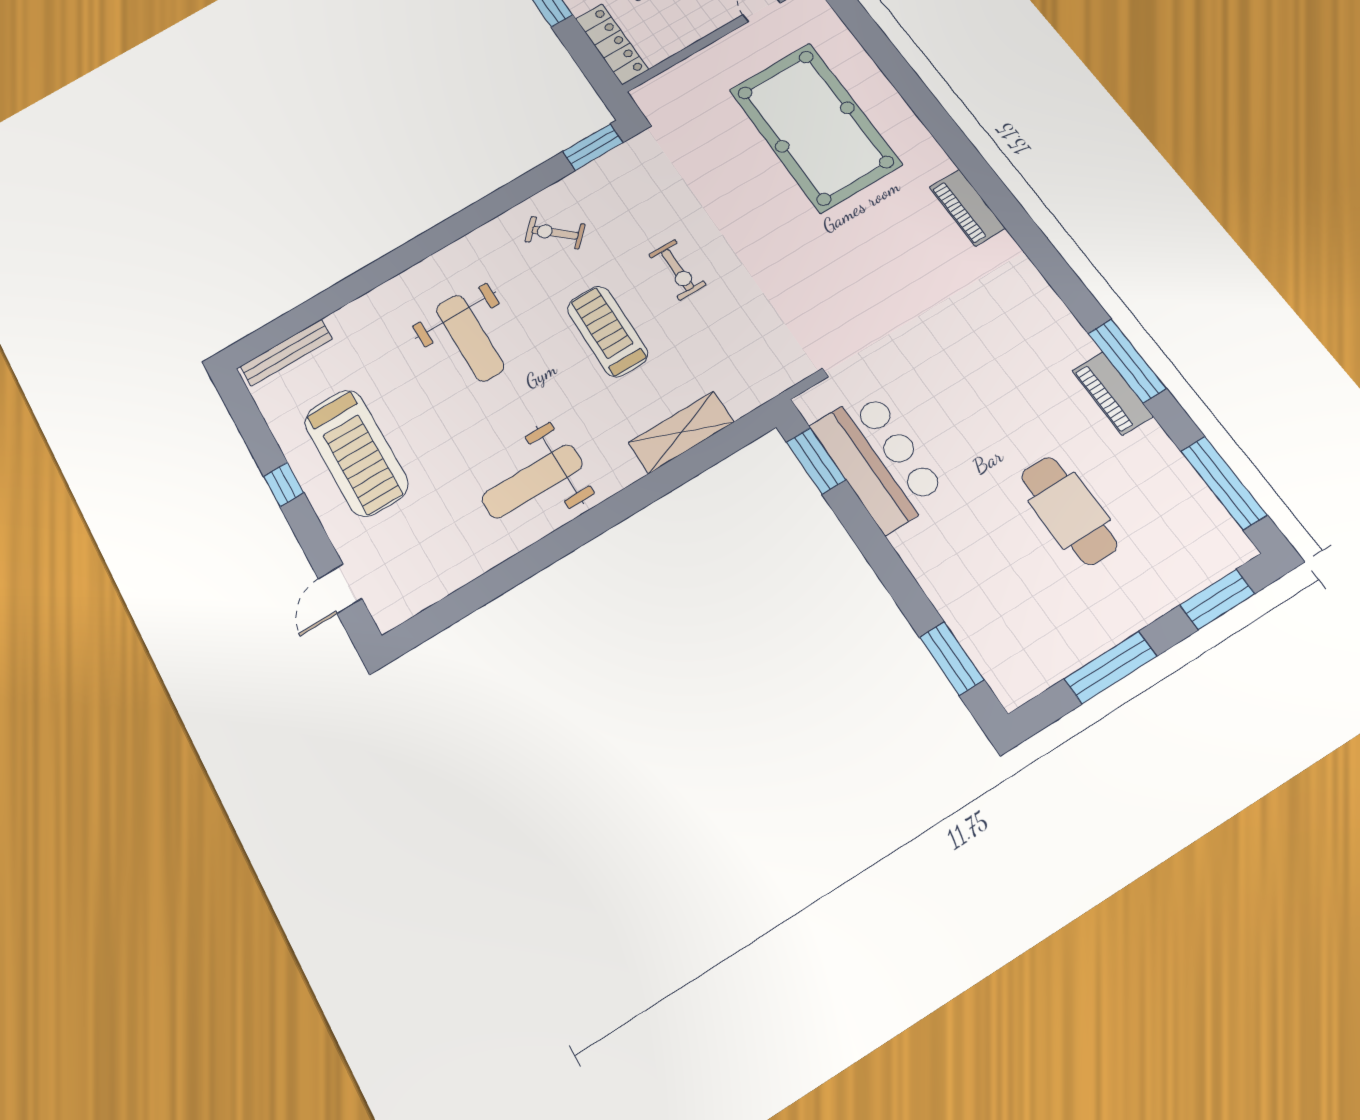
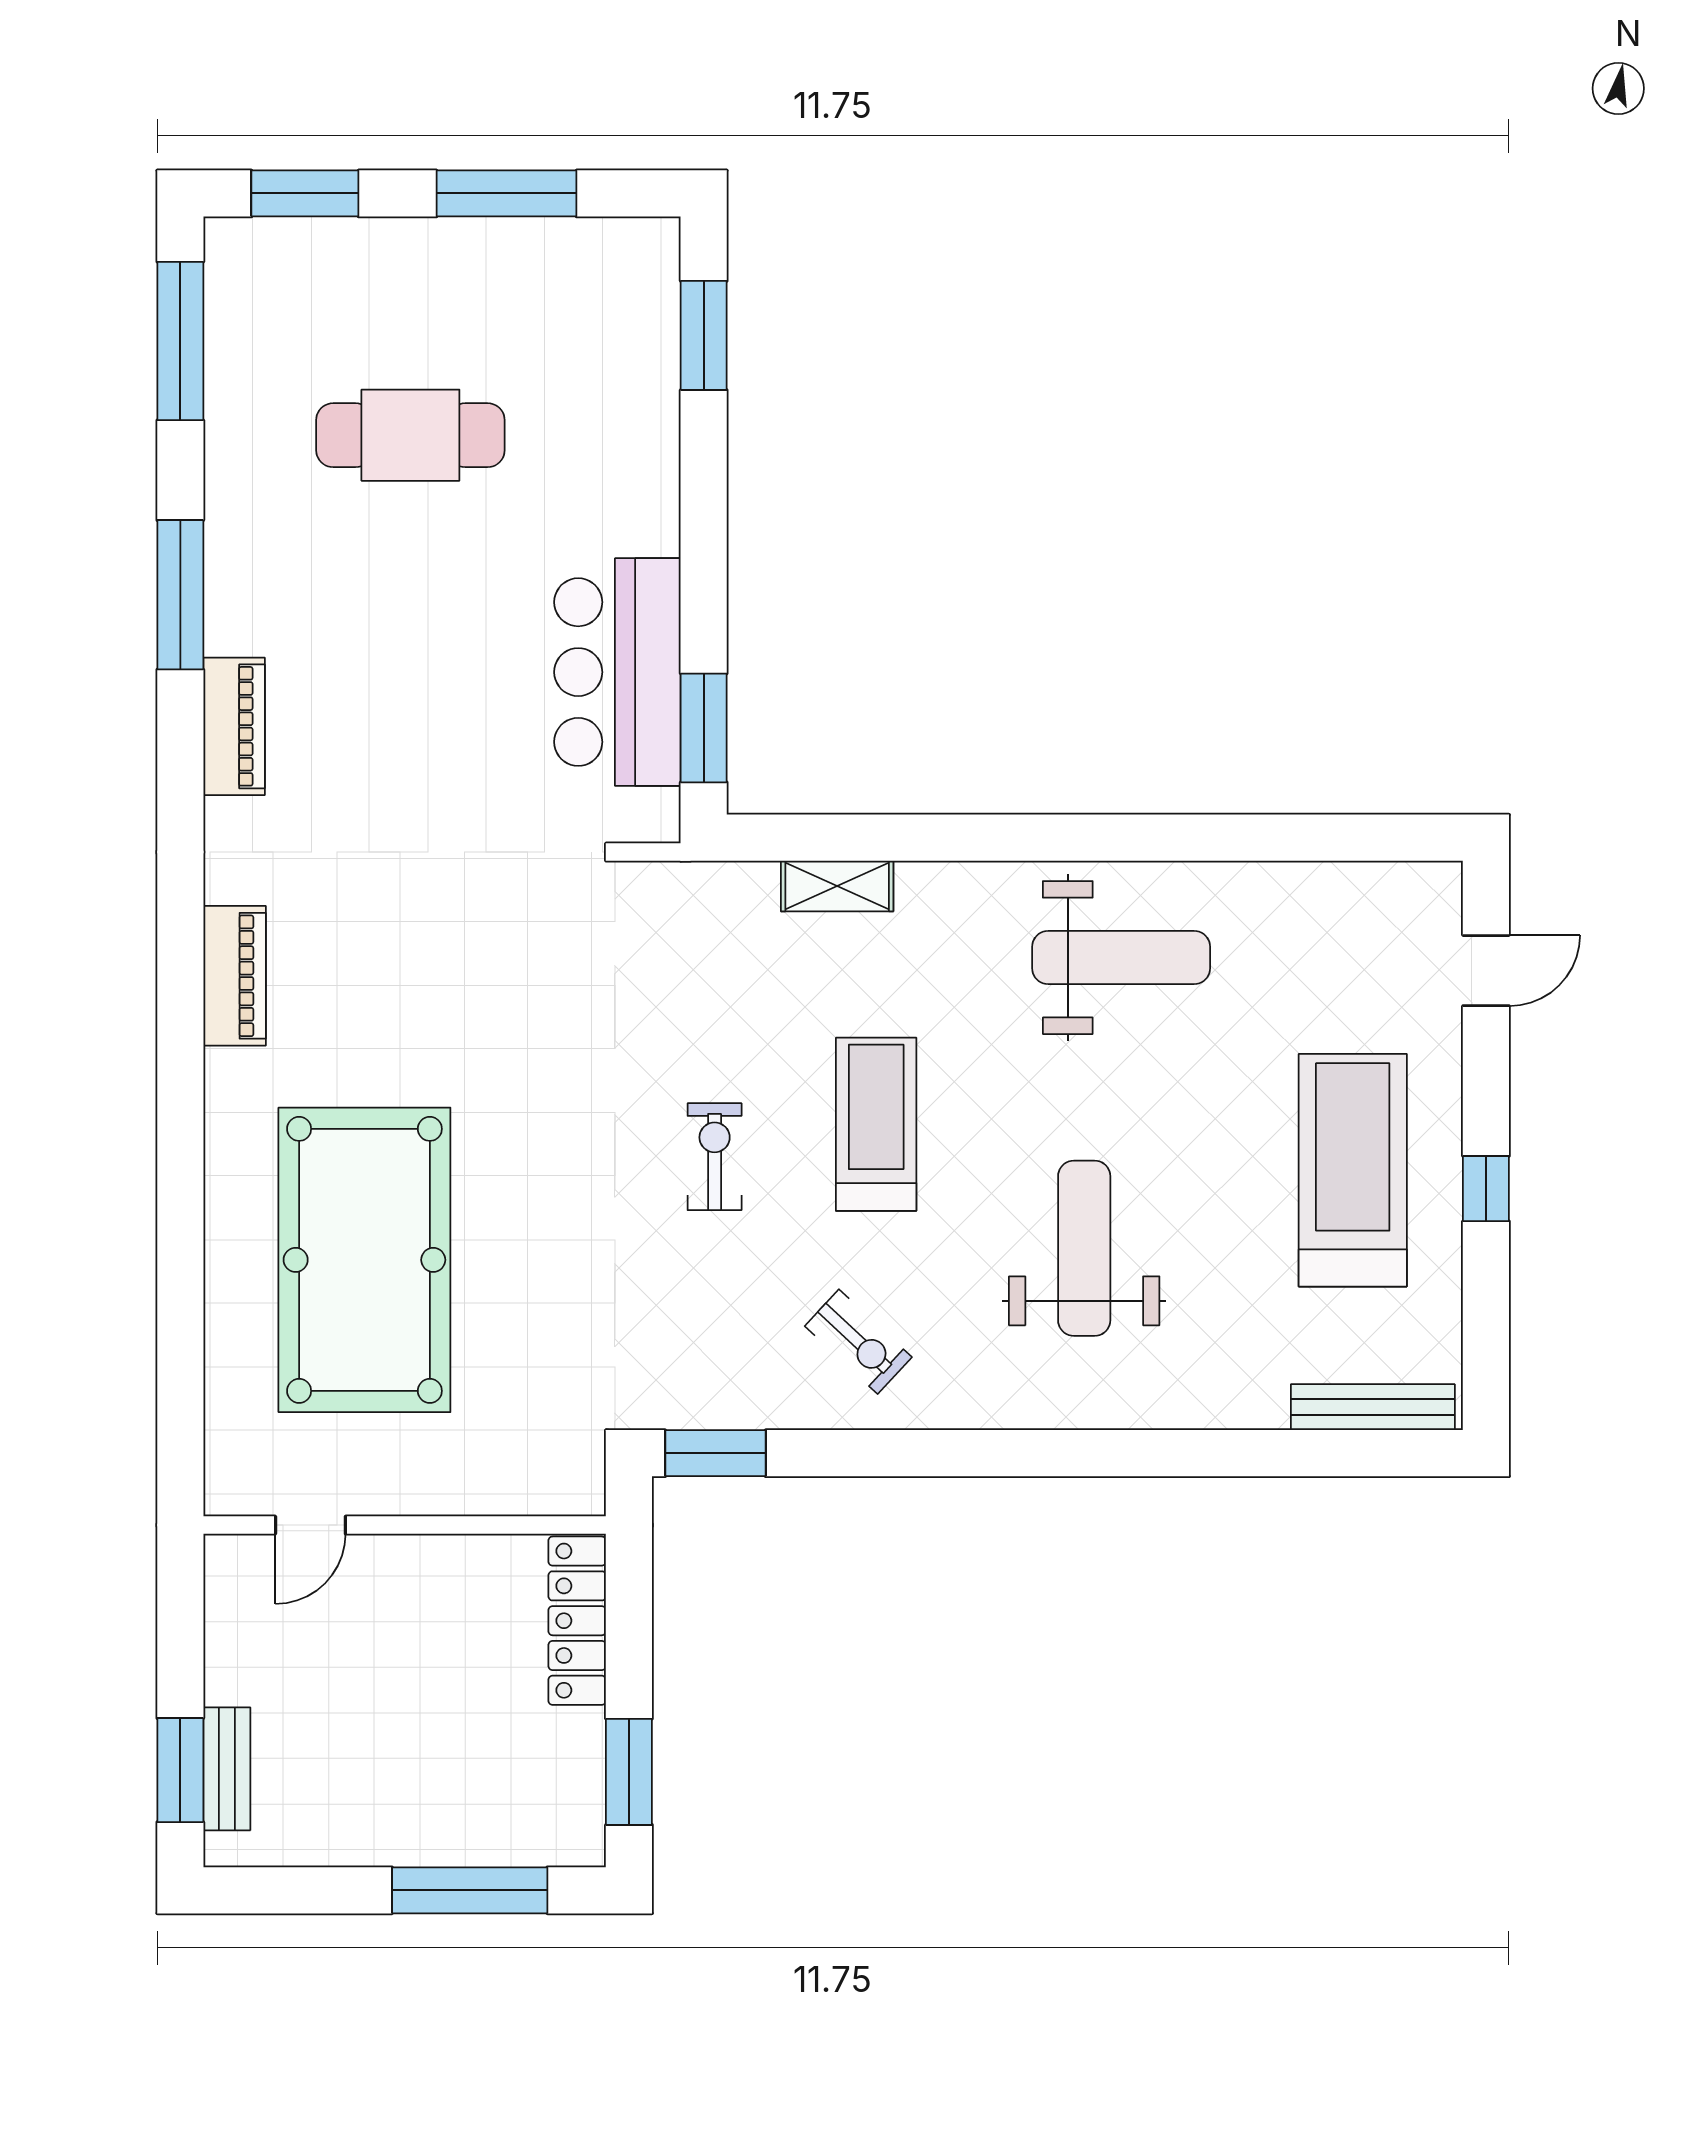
treadmill: (607, 331) -> (876, 1124), turned 180
piano: (1112, 393) -> (234, 726), moved
shelving: (681, 432) -> (837, 886), width x0.67, depth x0.75
cafe table: (1069, 510) -> (410, 435), turned 90

